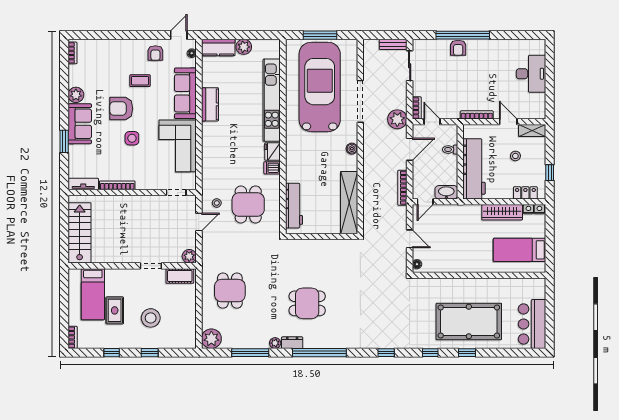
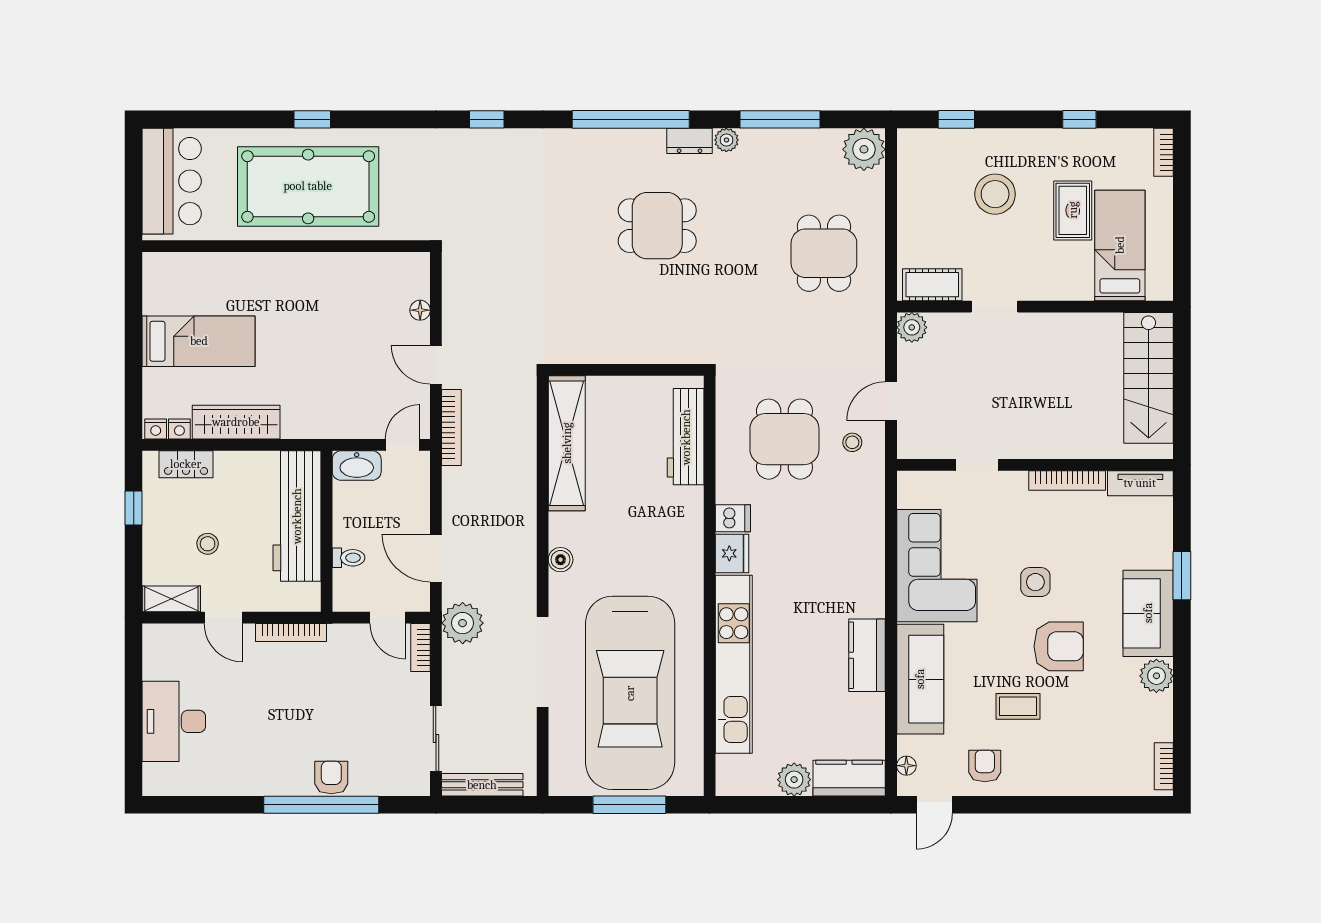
bench: (393, 44) -> (482, 785), width x1.36
door: (410, 149) -> (436, 558), hinge flipped
bookcase: (402, 188) -> (451, 427), moved
doorway: (176, 192) -> (977, 465), moved
wall: (479, 275) -> (286, 246), moved
window: (150, 353) -> (956, 119), moved
window: (430, 353) -> (391, 119), removed

